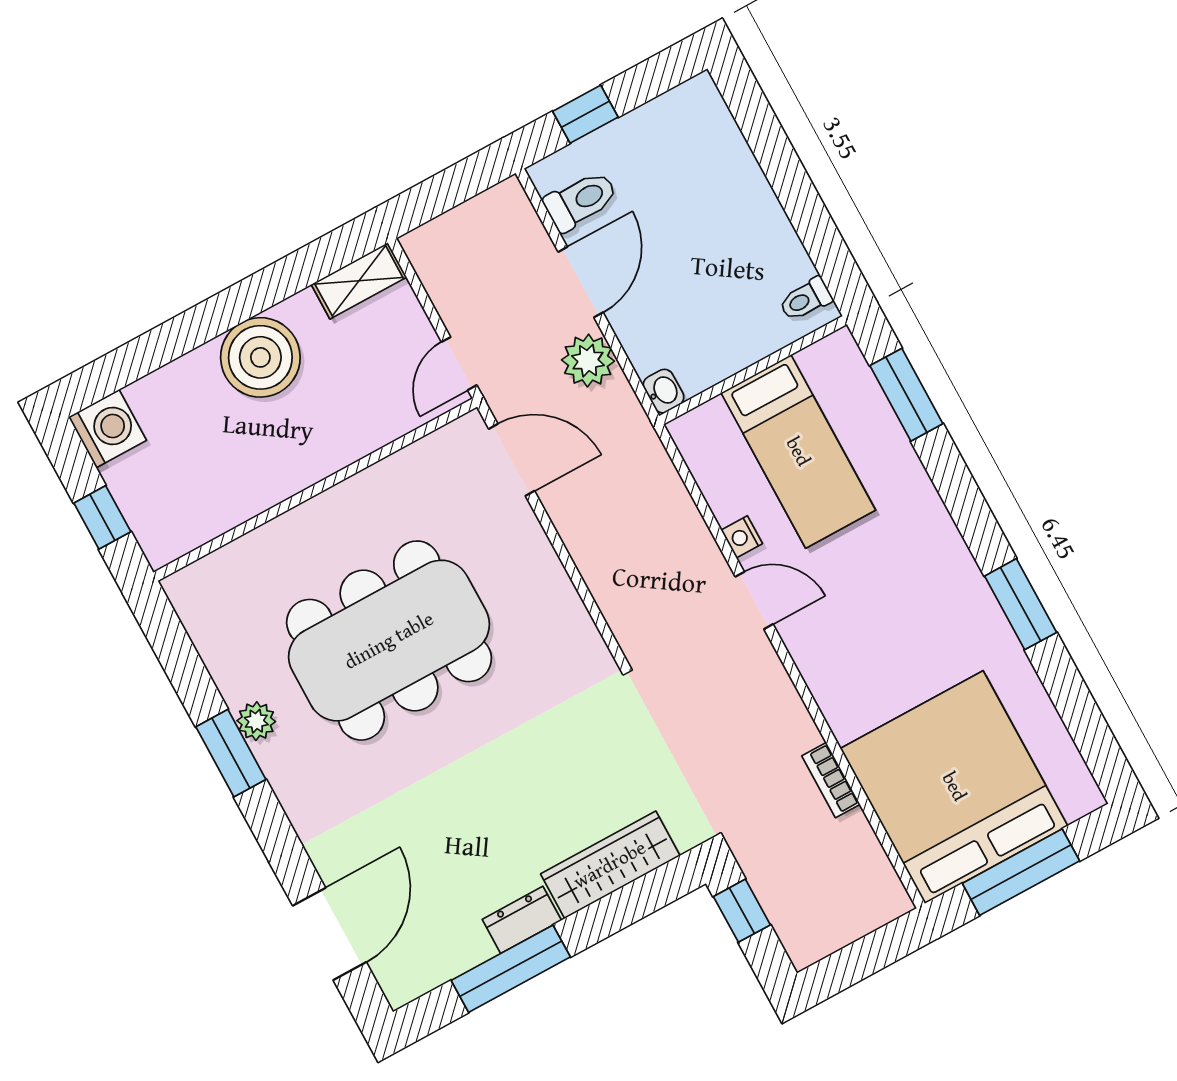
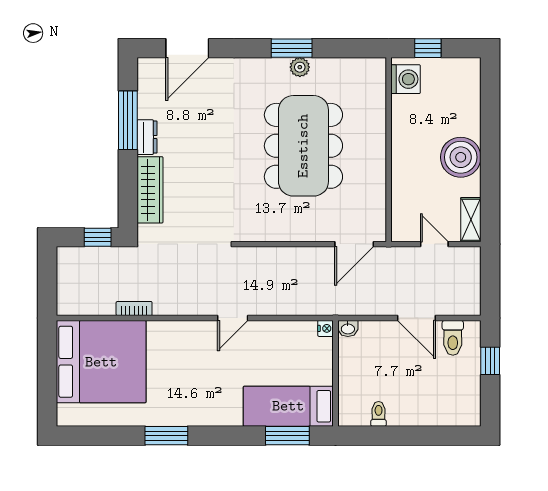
toilet: (805, 299) -> (379, 414), moved
plant: (588, 361) -> (380, 302), removed
door: (459, 364) -> (434, 244), moved
washing machine: (108, 429) -> (405, 79), moved, turned -90
bed: (798, 452) -> (288, 406), moved
nightstand: (742, 537) -> (326, 328), moved, turned 90
window: (1021, 872) -> (47, 371), removed
door: (329, 934) -> (187, 48), hinge flipped

